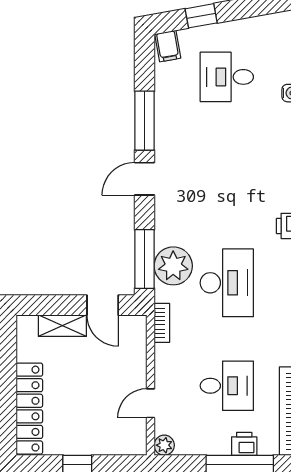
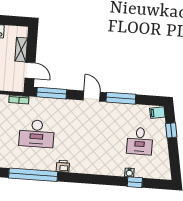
desk: (227, 77) -> (140, 141), turned 180
plant: (173, 266) -> (47, 107), removed
door: (103, 305) -> (30, 70), swing flipped

